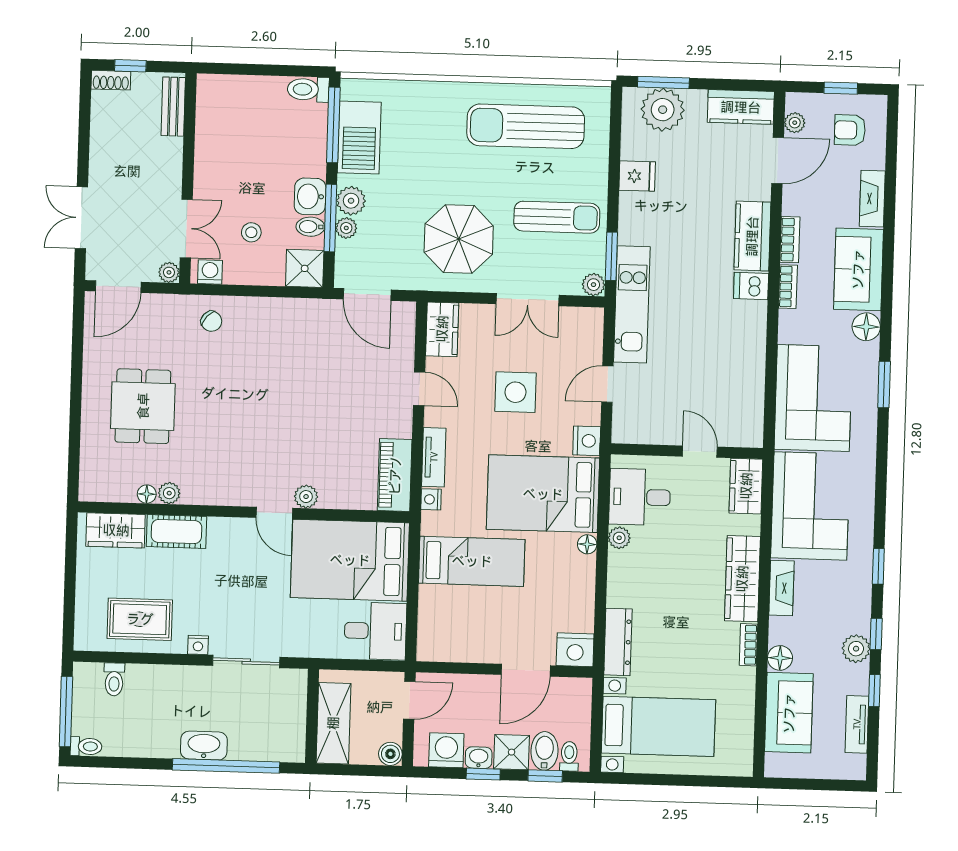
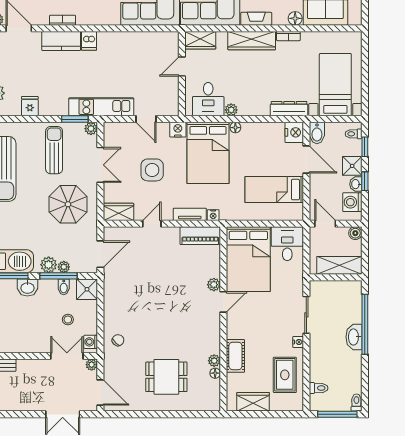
washbasin: (310, 196) -> (27, 288), moved
bookcase: (788, 287) -> (89, 20), removed
wardrobe: (116, 530) -> (253, 402), moved, turned -90
bed: (472, 561) -> (274, 190), moved, turned -90
bidet: (545, 751) -> (317, 133), moved, turned -90

